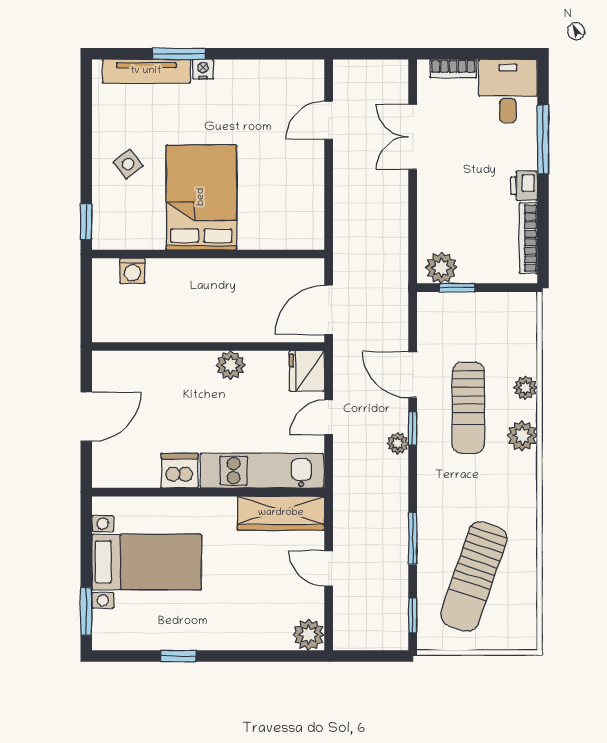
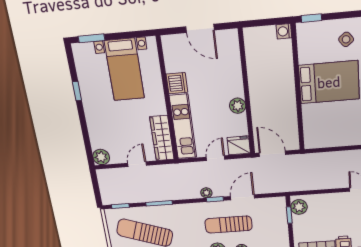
washing machine: (132, 271) -> (284, 31), moved
door: (329, 417) -> (216, 158), hinge flipped

